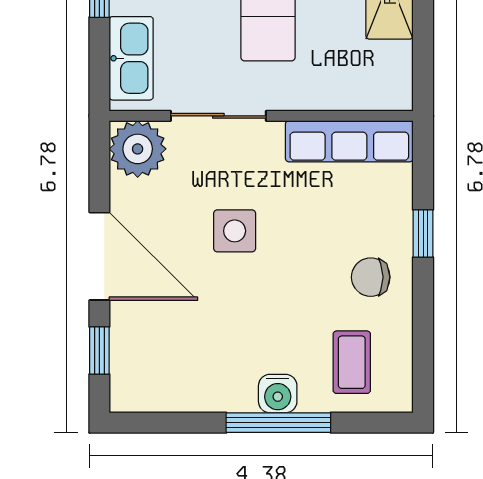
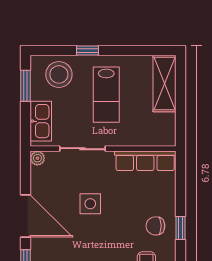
plant: (138, 149) -> (37, 158), width x0.53, depth x0.53
window: (423, 234) -> (180, 228), moved

